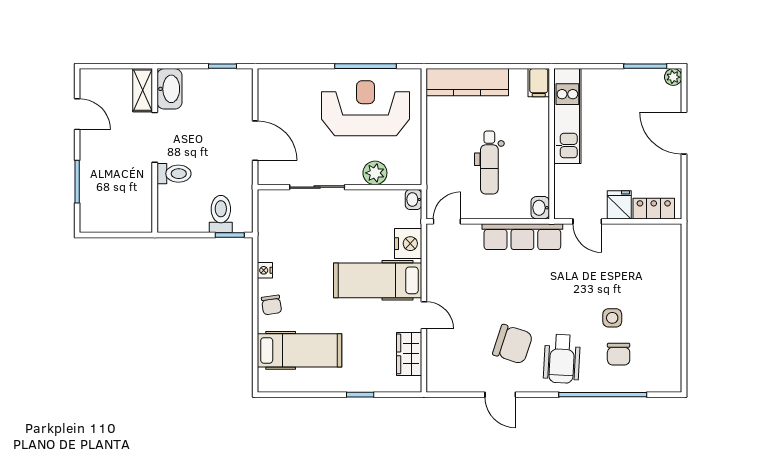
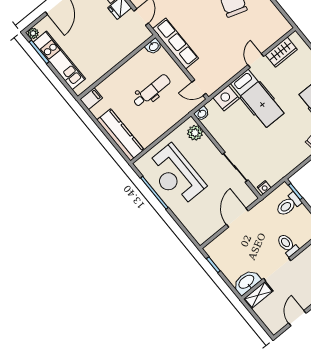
kitchen unit: (567, 116) -> (59, 60), moved, turned 90
plant: (375, 173) -> (195, 133), moved
nightstand: (265, 270) -> (264, 187), moved

